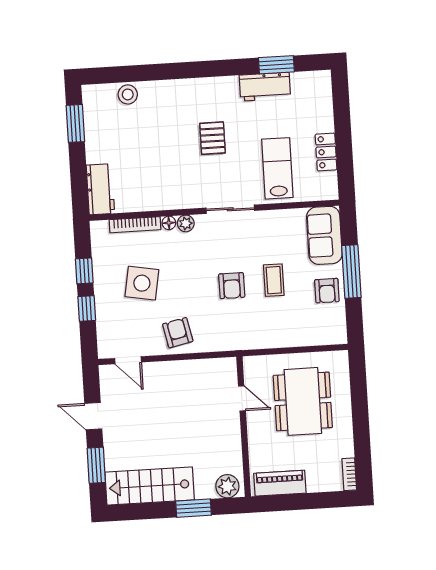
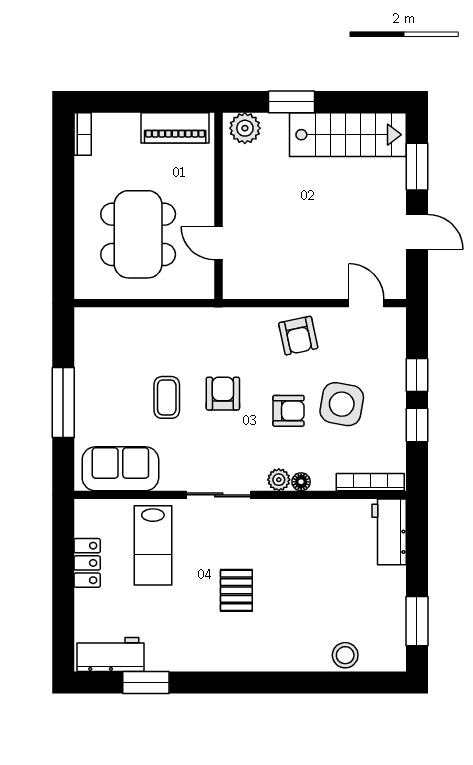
workbench: (265, 87) -> (111, 654), moved
bookcase: (135, 225) -> (370, 482), moved
sofa: (324, 235) -> (120, 469), moved, turned -90
armchair: (327, 291) -> (288, 411), moved, turned 90

